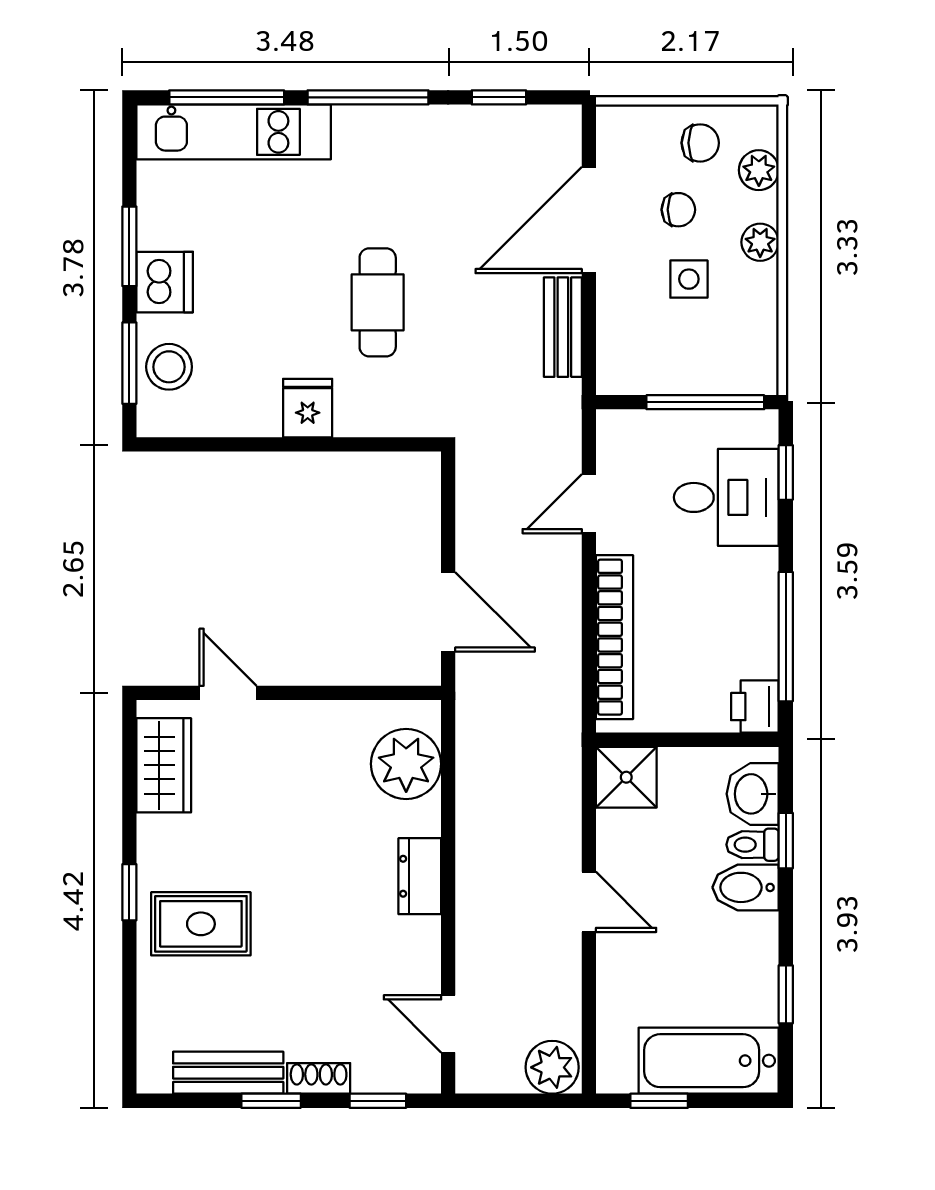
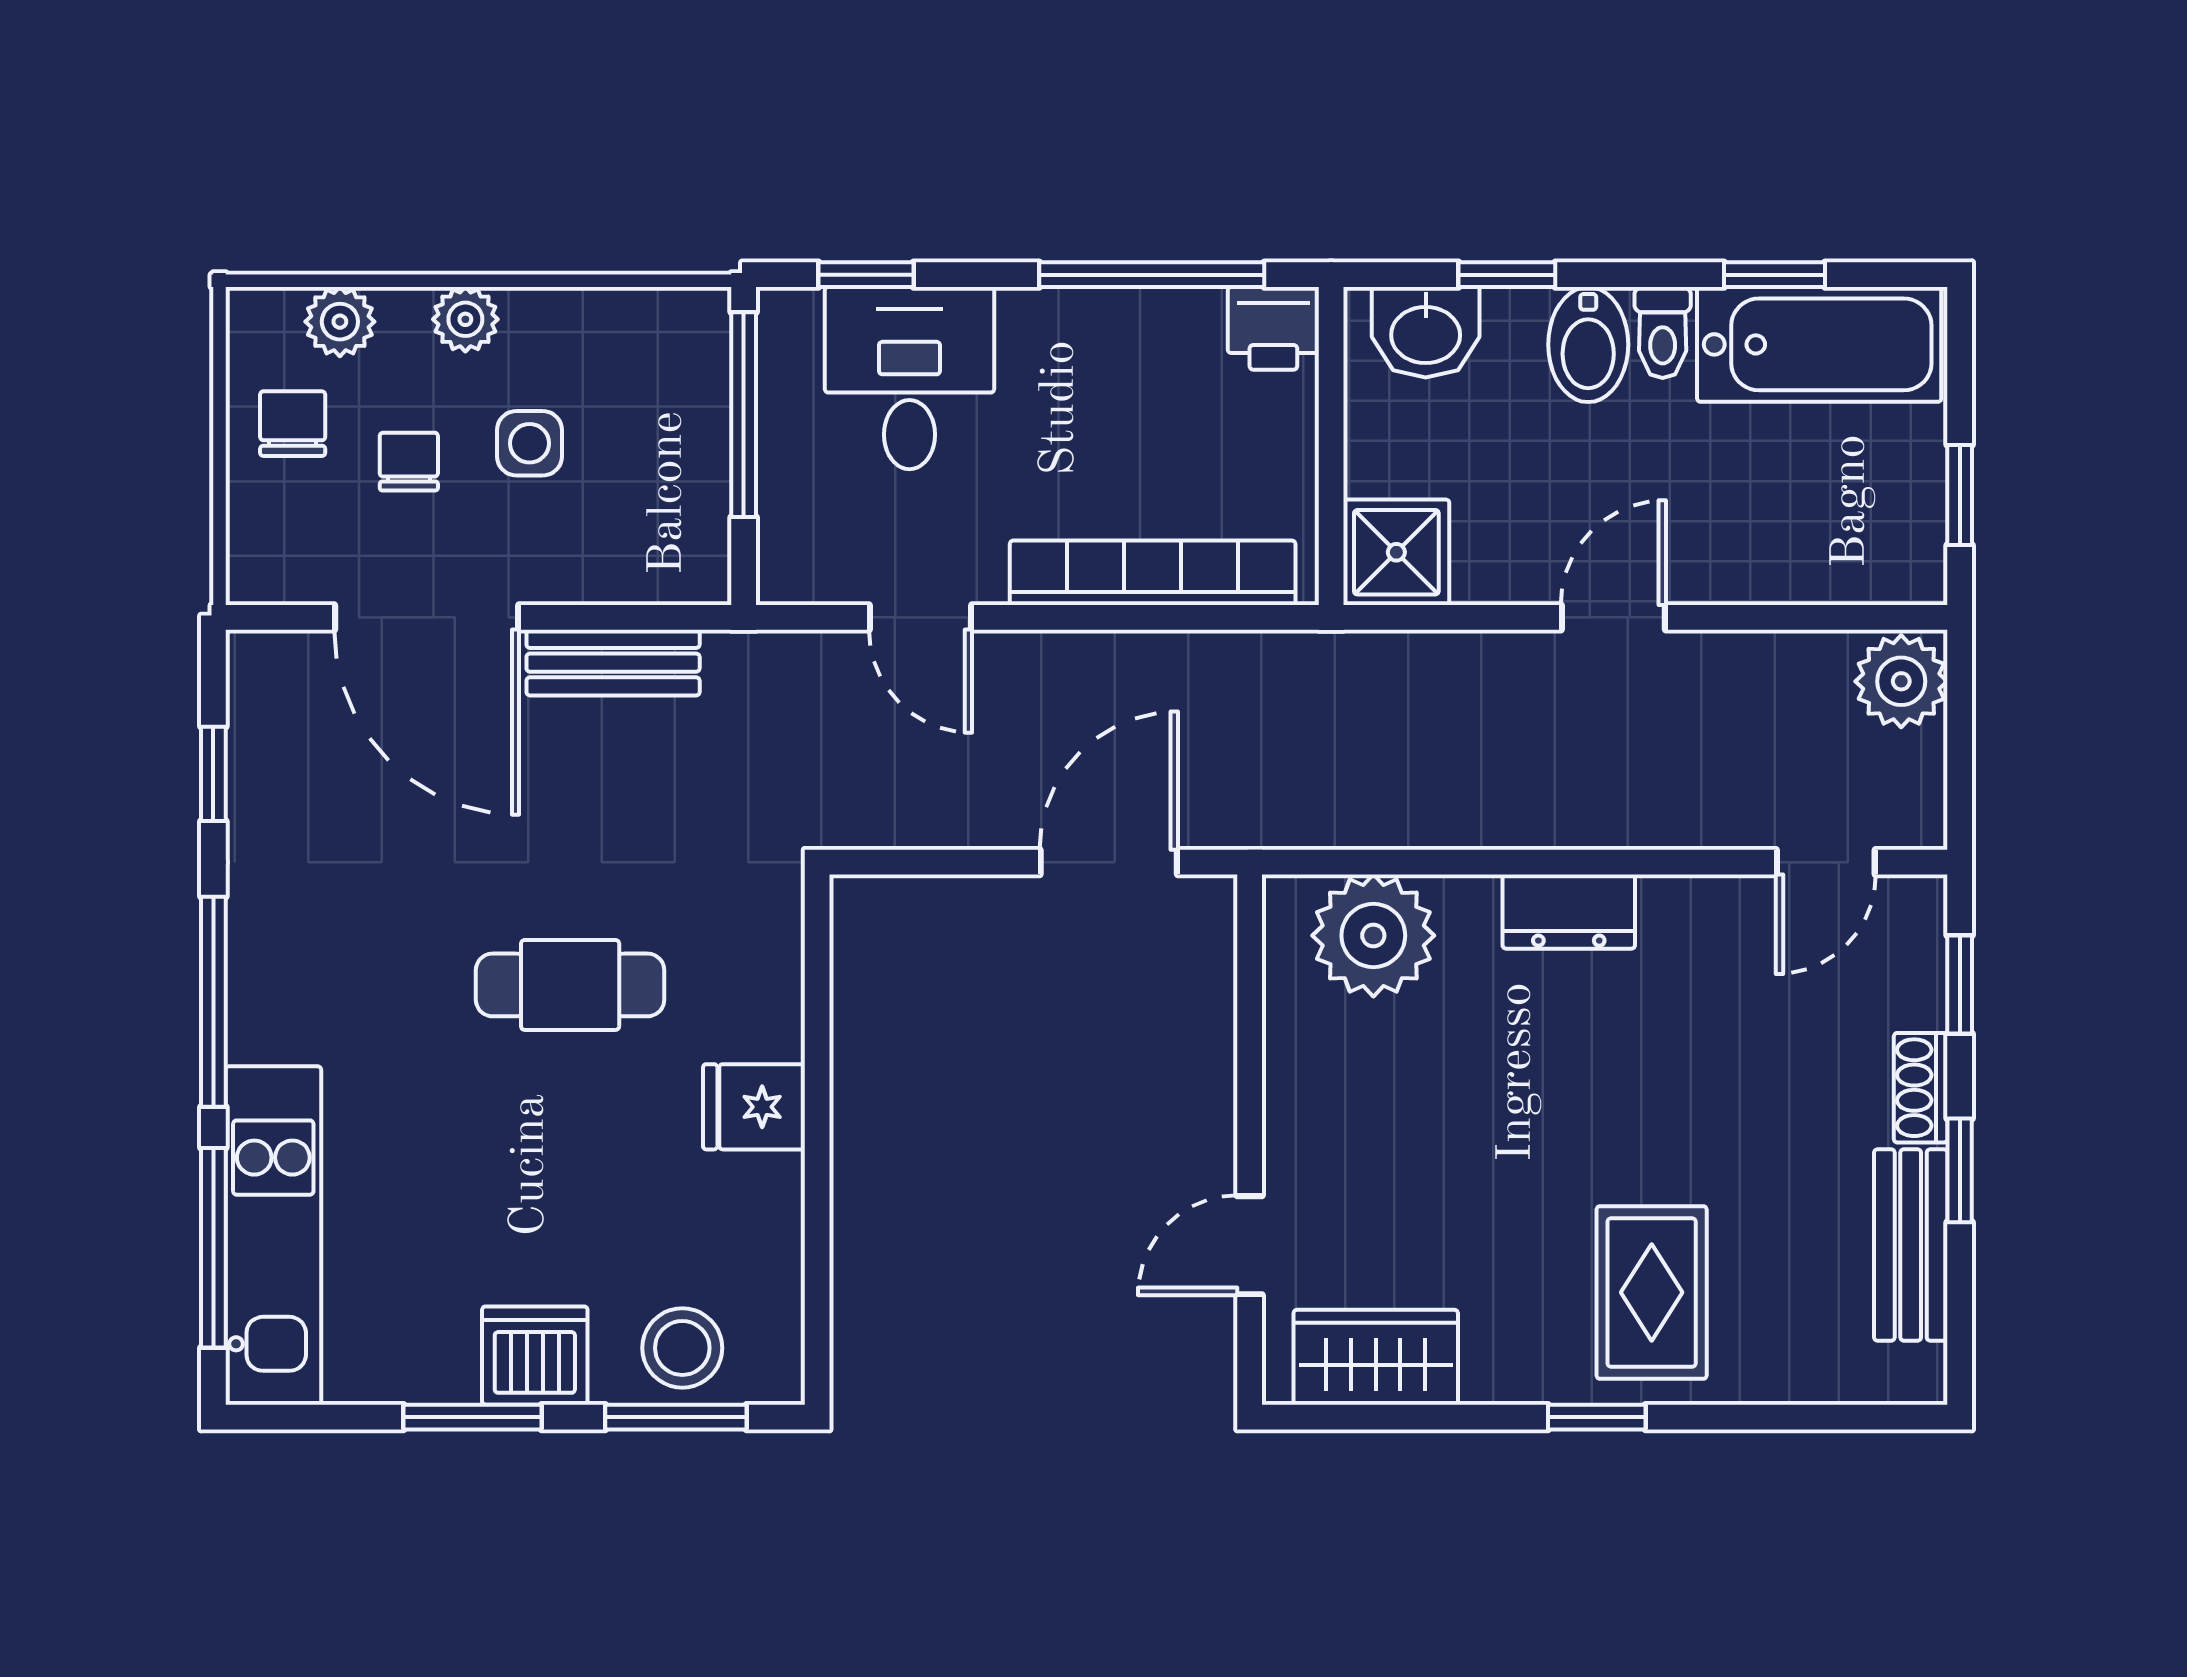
toilet: (753, 845) -> (1663, 333), moved
bathtub: (709, 1061) -> (1819, 344), moved, turned -90

